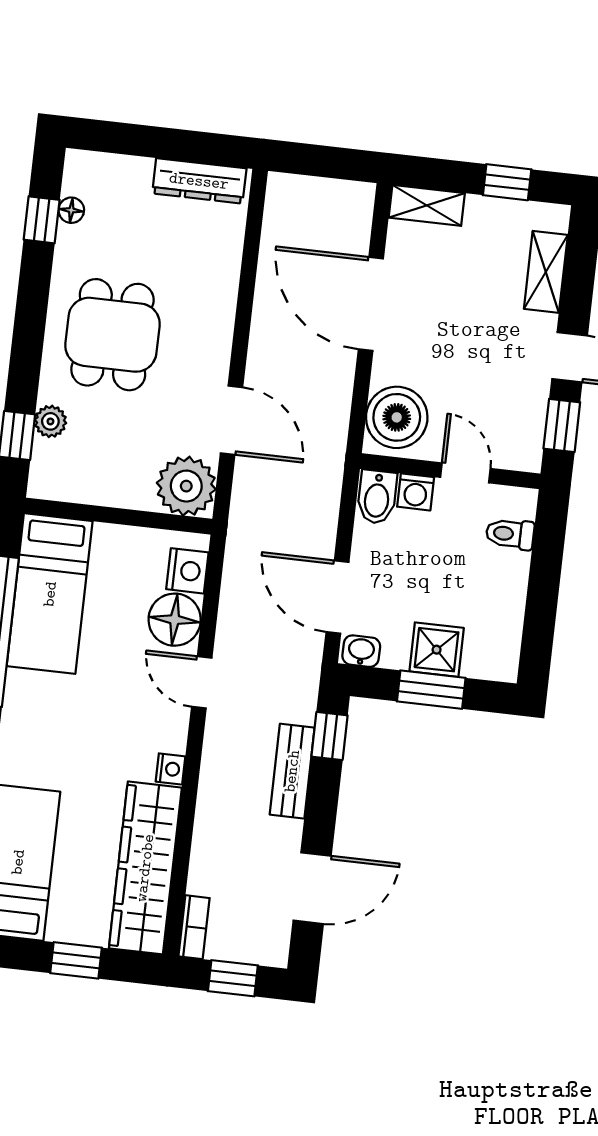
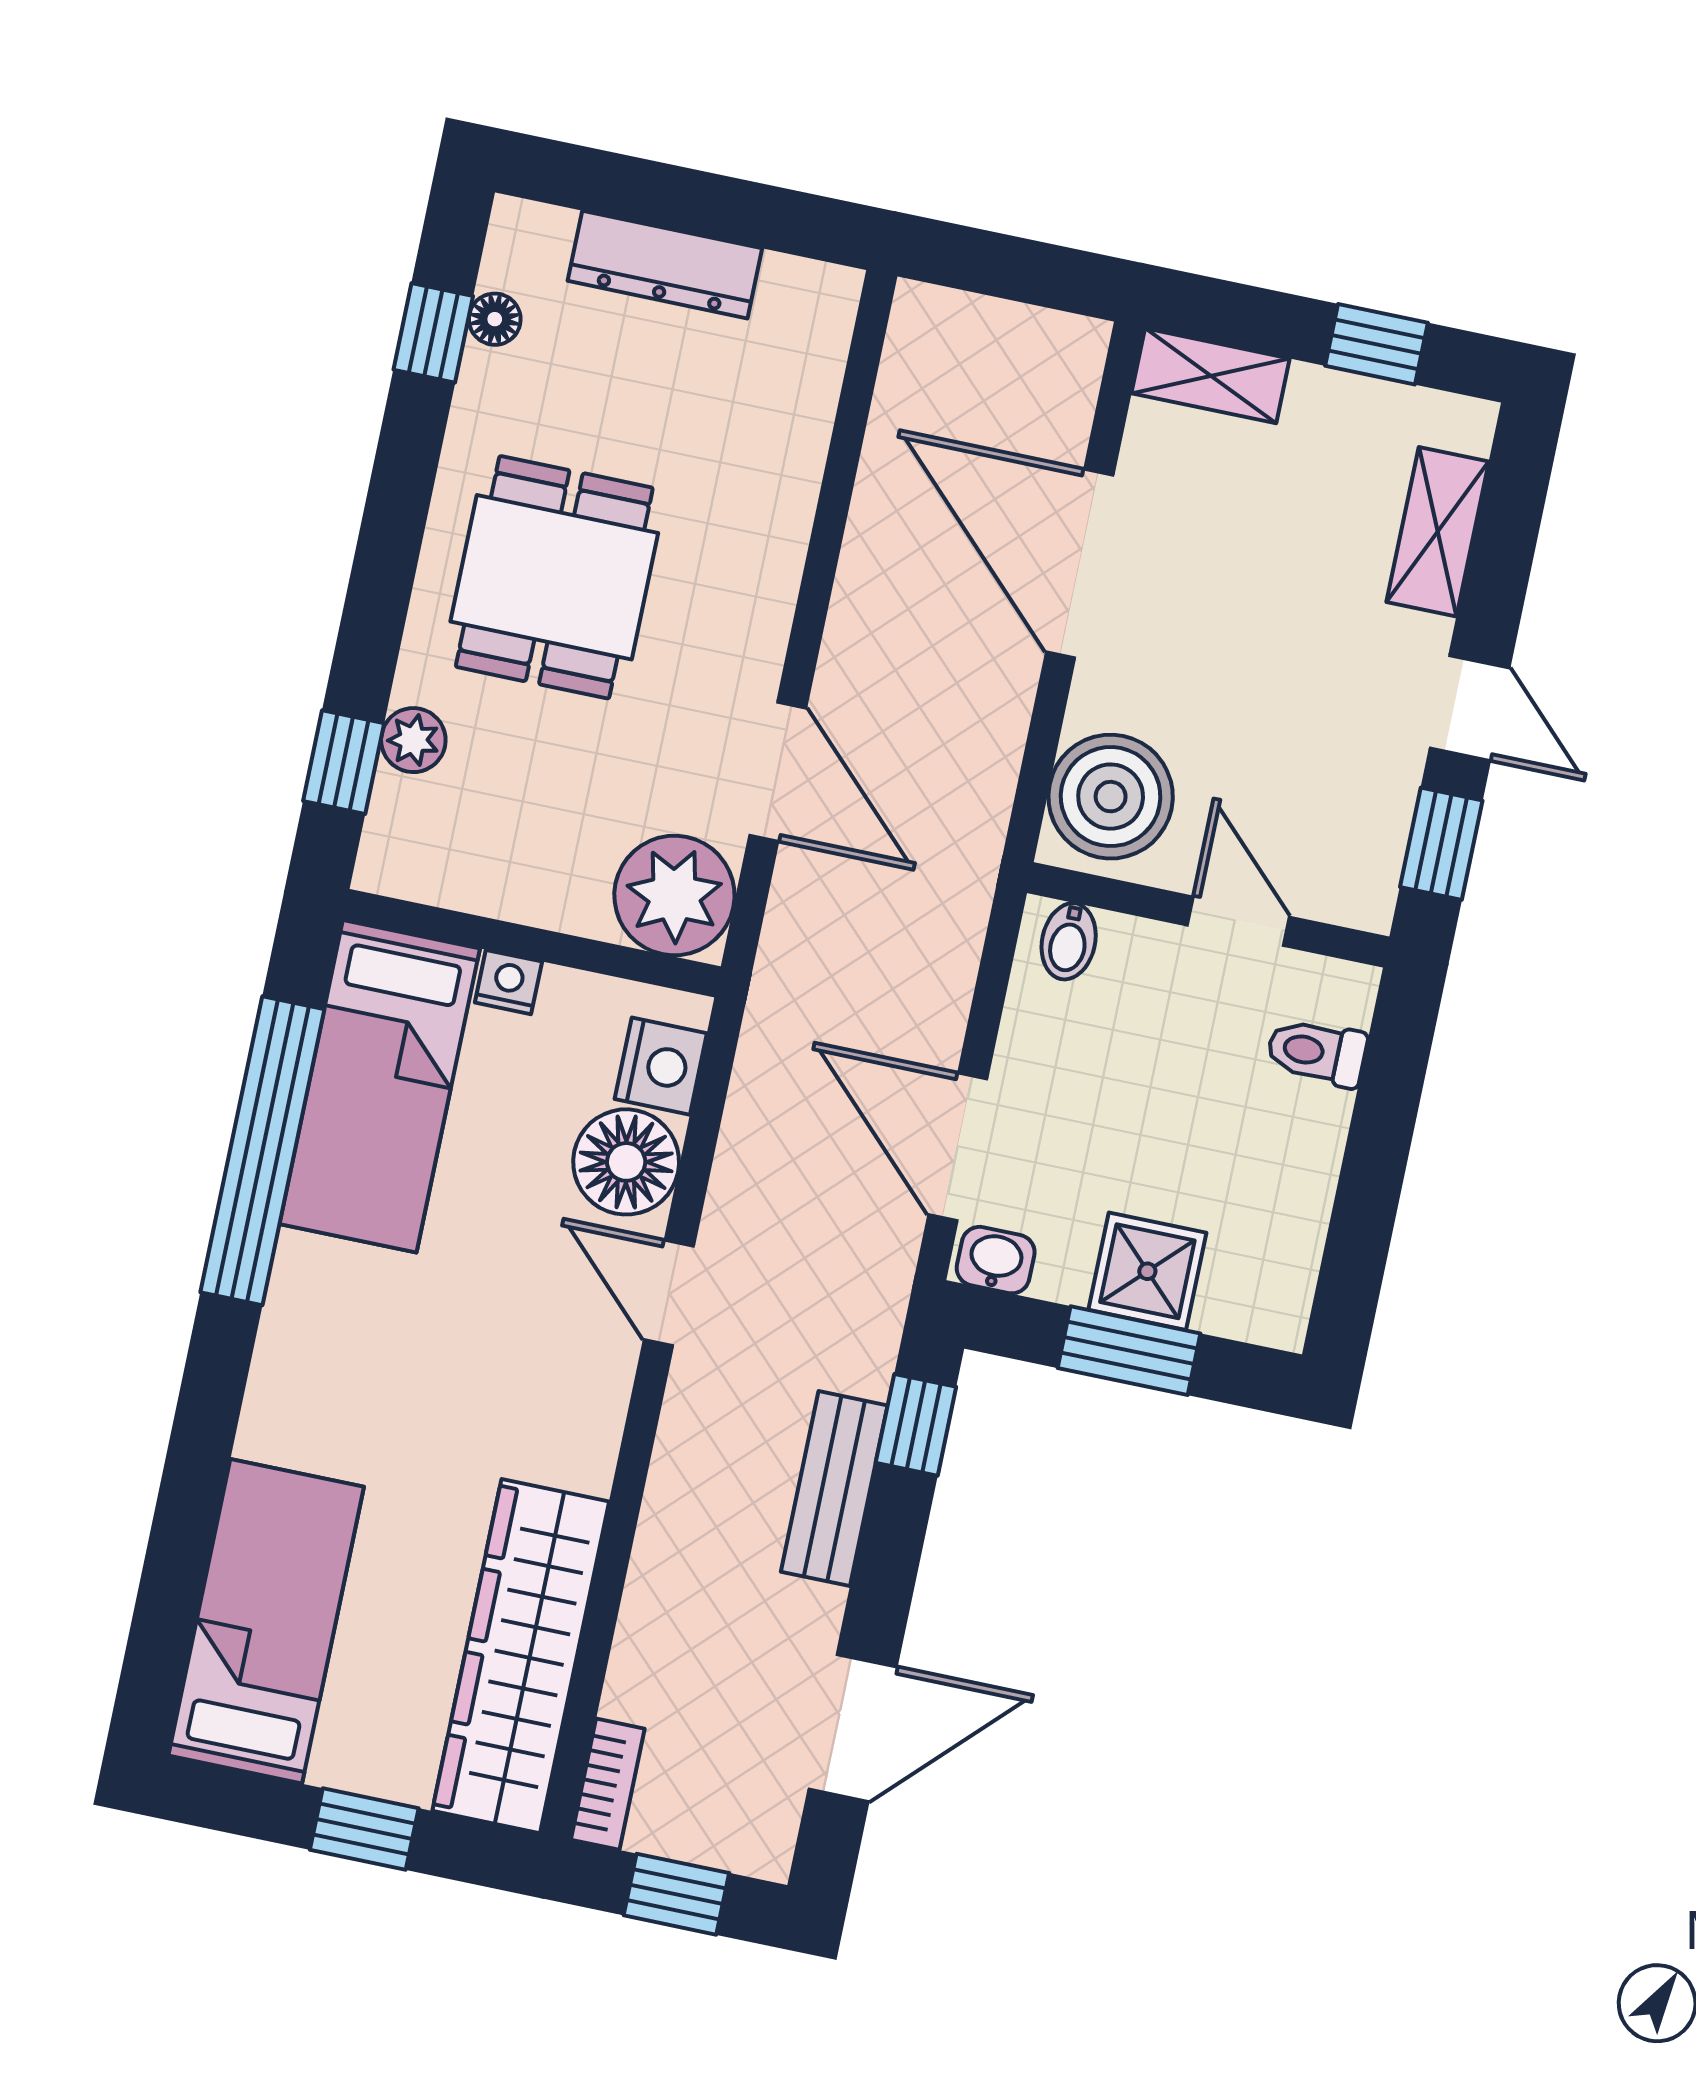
dresser: (199, 181) -> (665, 265), moved
washing machine: (416, 492) -> (1135, 950), removed
bidet: (377, 497) -> (1069, 941), width x0.72, depth x0.74
nightstand: (170, 769) -> (508, 982), moved, turned -90

